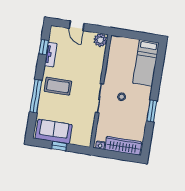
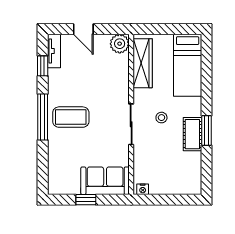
tv unit: (51, 55) -> (54, 51), moved
window: (36, 96) -> (43, 117), moved
cot: (142, 112) -> (192, 134), added
sofa: (54, 132) -> (105, 181), moved
wardrobe: (123, 146) -> (143, 63), moved, turned 90

